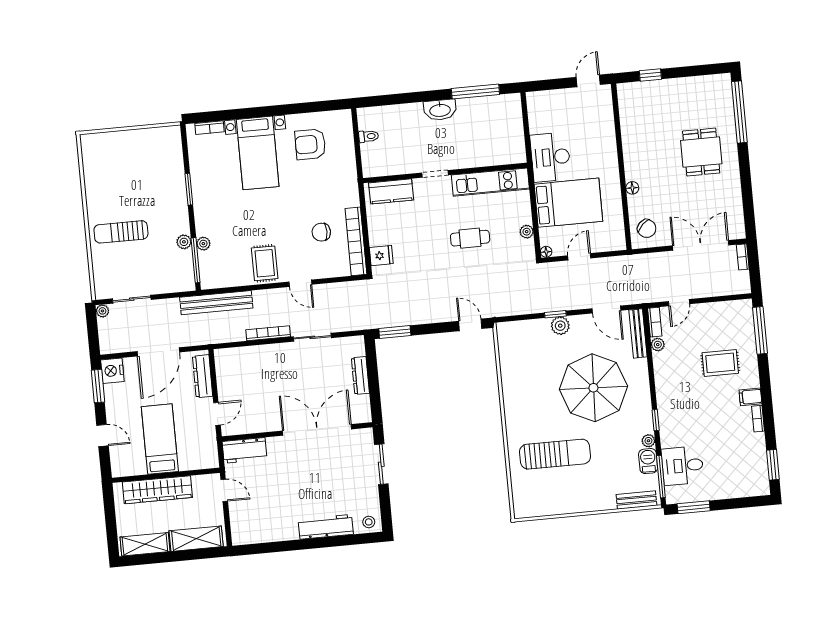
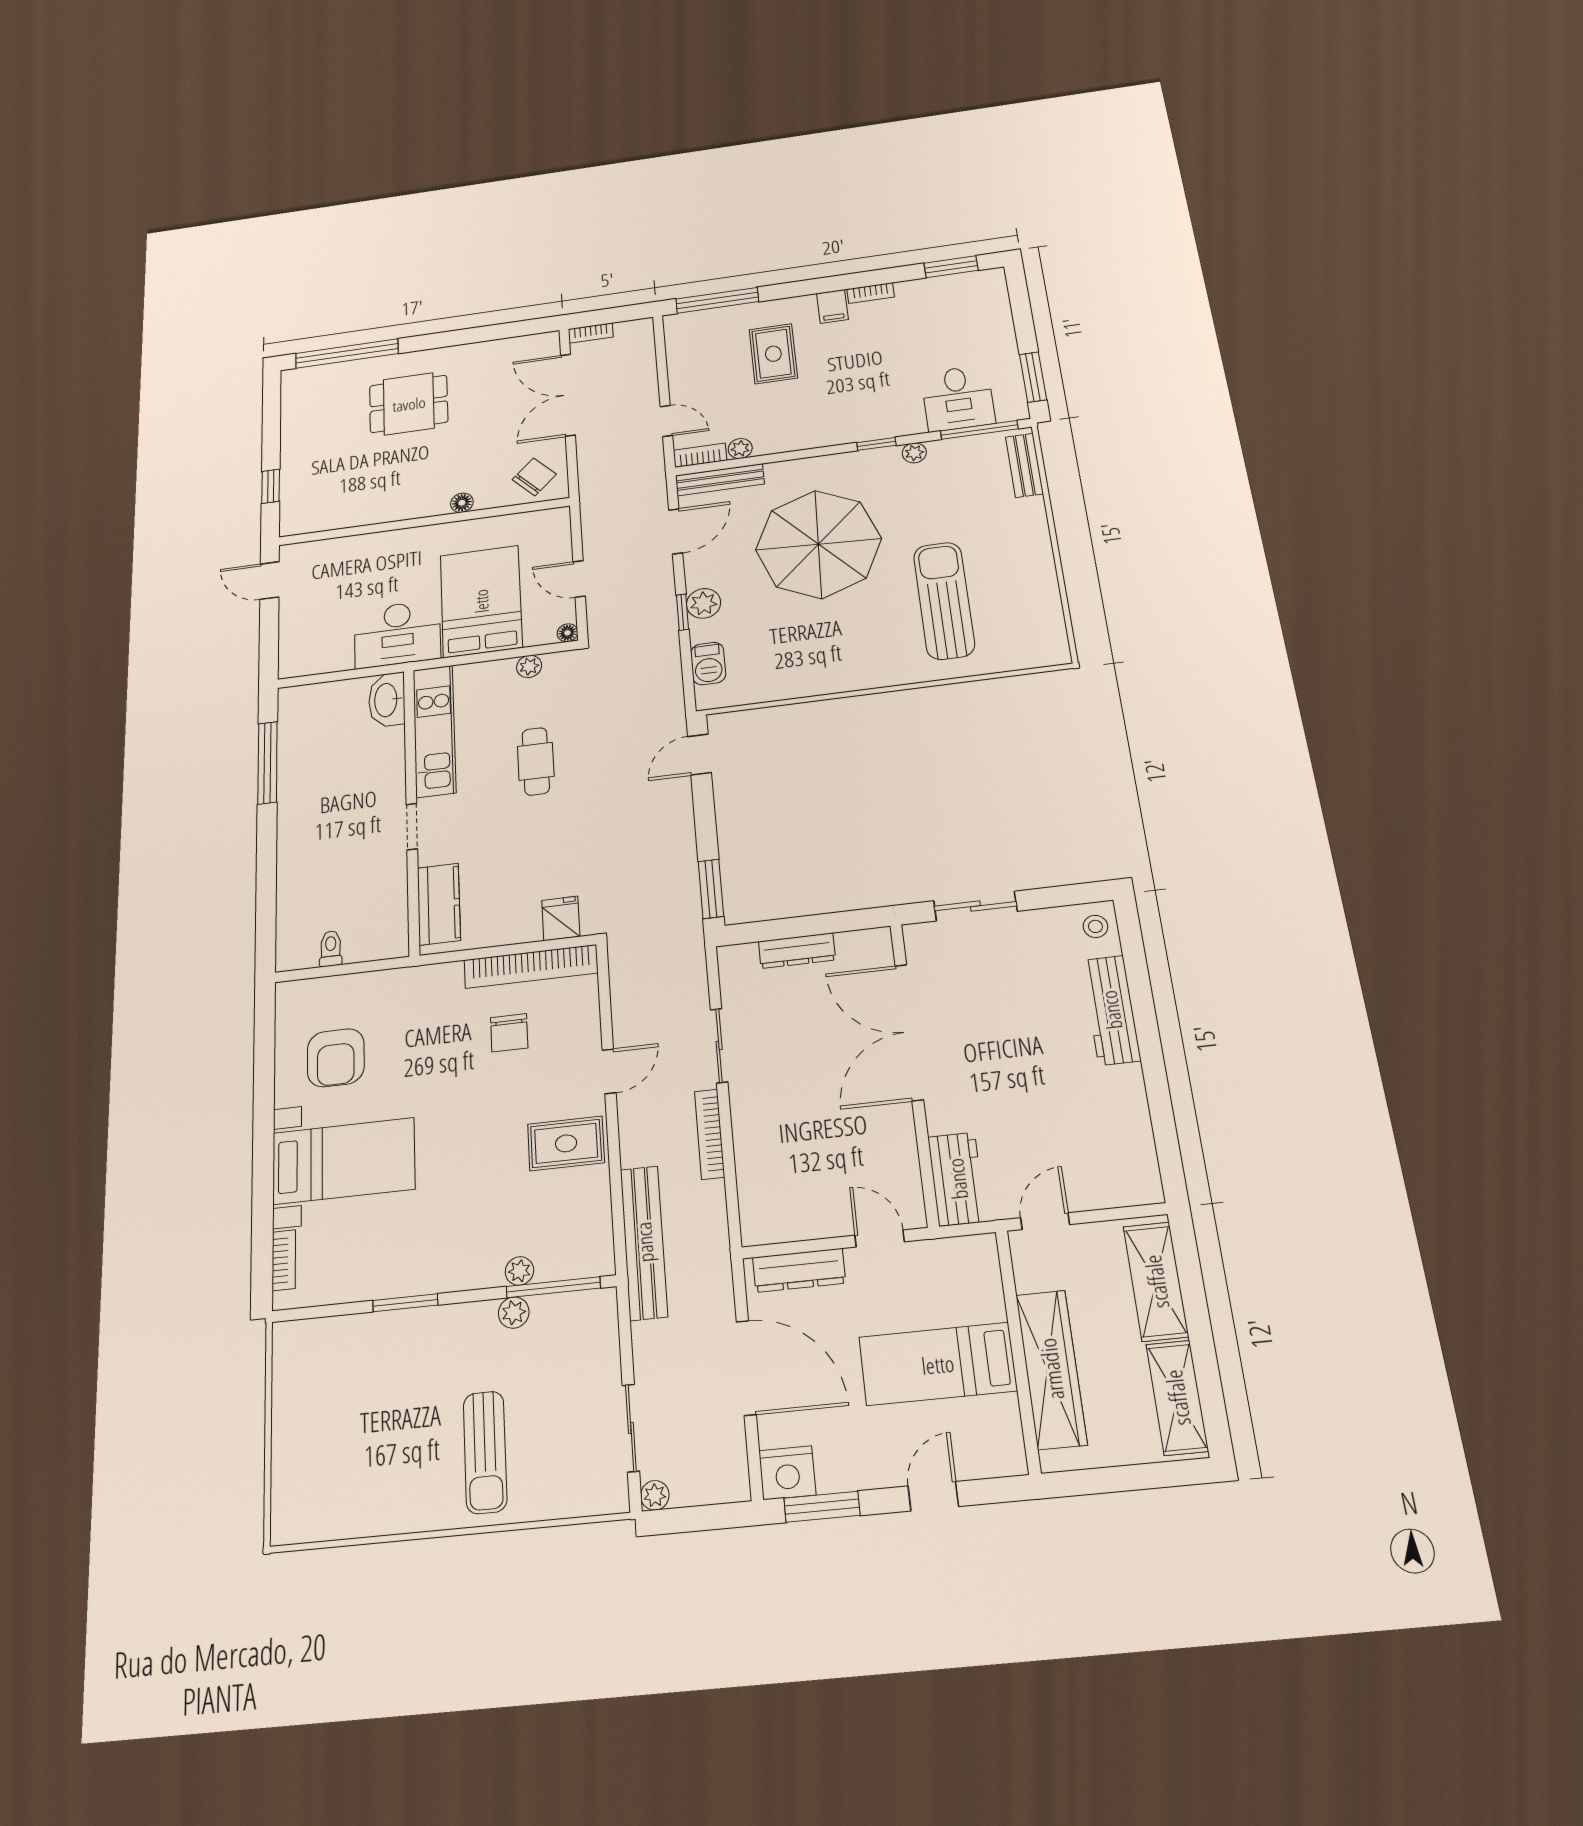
washbasin: (440, 110) -> (387, 700), moved, turned 180
barbecue: (648, 461) -> (708, 664), moved, turned -90

